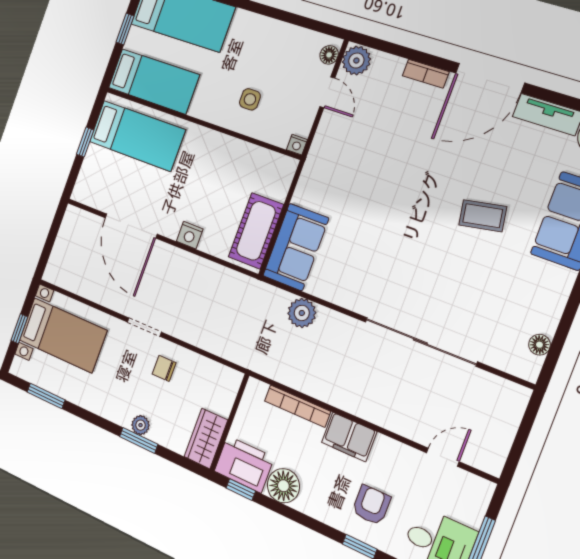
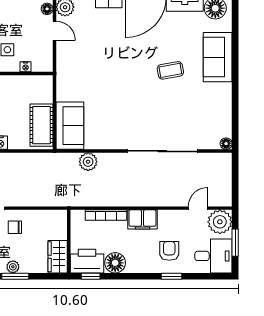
nightstand: (297, 145) -> (26, 67), moved
floor lamp: (539, 345) -> (226, 144), moved
plant: (470, 495) -> (220, 222), added

